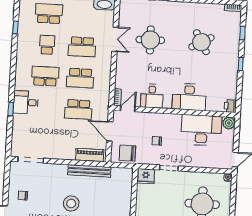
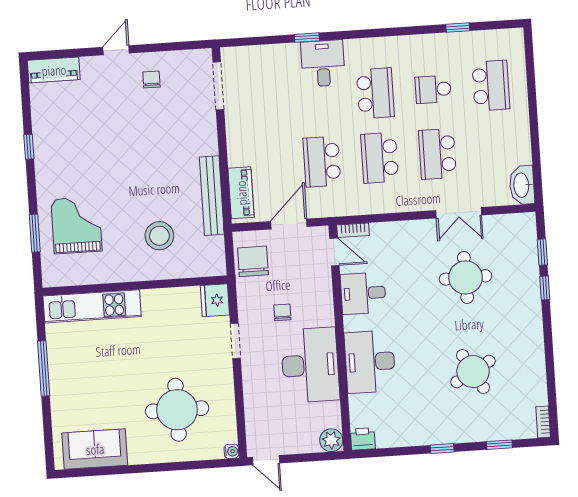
school desk: (47, 45) -> (433, 89), turned 180
desk: (201, 130) -> (310, 365), moved
stool: (71, 203) -> (159, 236), moved

